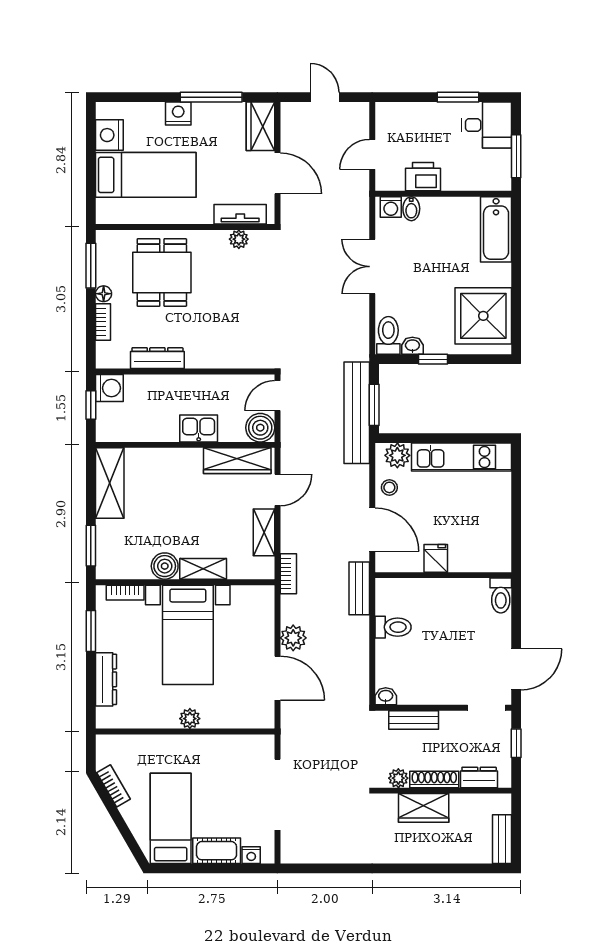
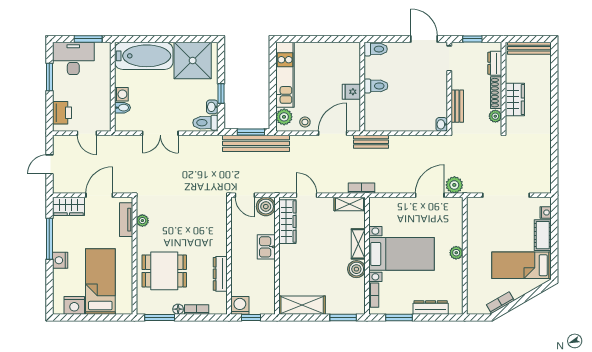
desk: (487, 125) -> (73, 58), width x1.37
printer: (423, 177) -> (62, 113), moved, turned 180
washing machine: (391, 207) -> (121, 94), moved
bathtub: (496, 229) -> (144, 56), width x1.36, depth x1.36
shelving: (264, 532) -> (349, 204), moved
toilet: (393, 627) -> (376, 86), moved, turned 90
plant: (293, 638) -> (454, 185), moved
bench: (502, 839) -> (529, 48), width x1.36

